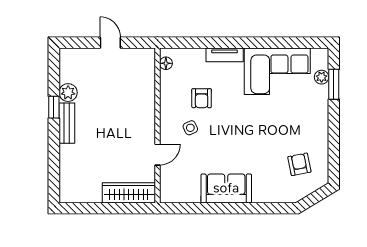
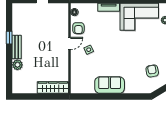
plant: (68, 93) -> (17, 65), moved
armchair: (202, 98) -> (78, 28), moved
door: (157, 155) -> (70, 44), moved

